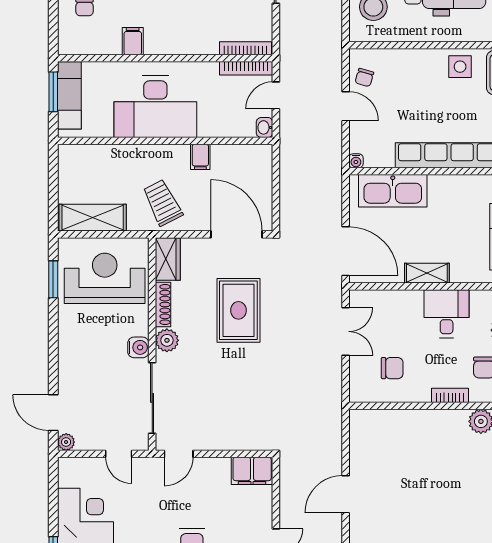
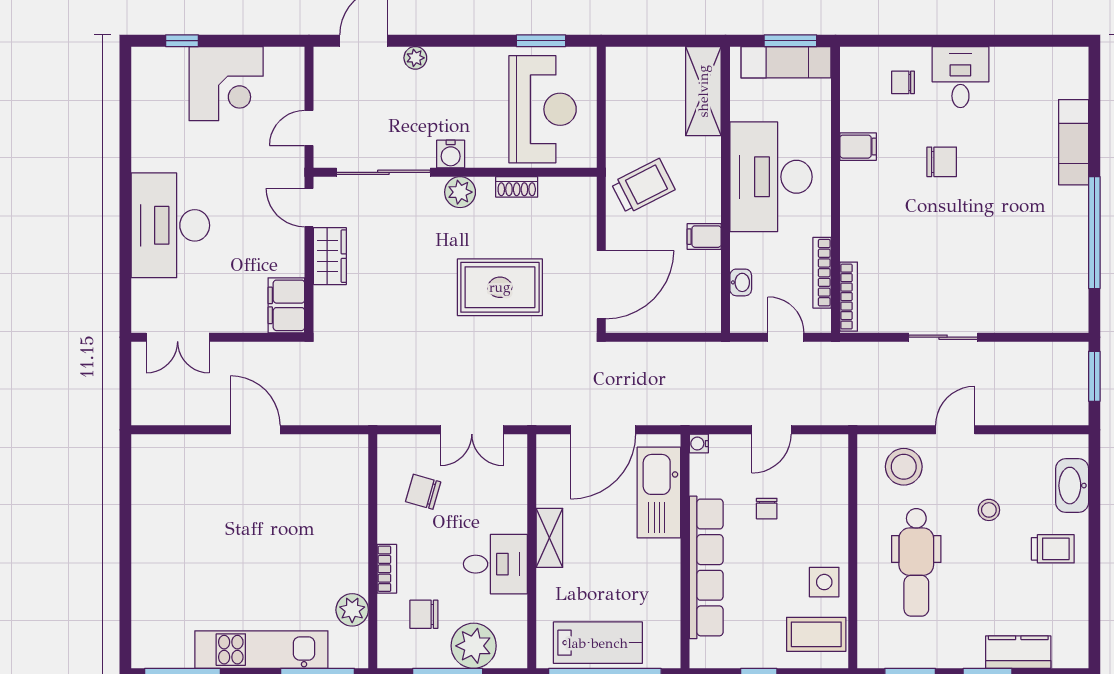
bookcase: (246, 68) -> (822, 273), moved
chair: (364, 78) -> (767, 509), moved, turned -106
washbasin: (265, 127) -> (741, 282), moved, turned 90
shelving: (93, 218) -> (703, 91), moved
door: (346, 251) -> (603, 430), moved
wardrobe: (168, 259) -> (330, 256), moved, turned -90
shoe rack: (163, 304) -> (517, 187), width x0.70
chair: (392, 368) -> (423, 492), turned 106
plant: (66, 442) -> (415, 58), moved

